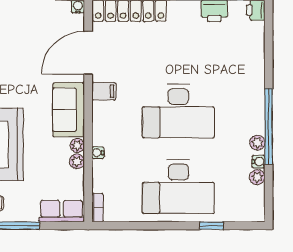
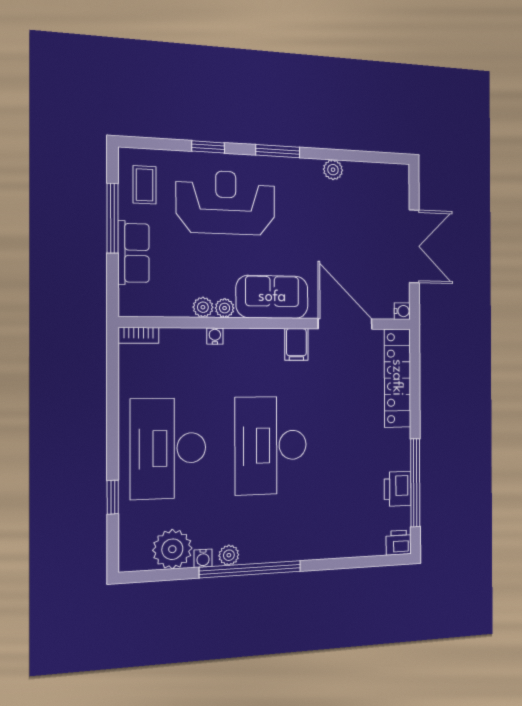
plant: (257, 177) -> (172, 549), width x1.88, depth x1.88
row of seats: (62, 211) -> (134, 253), moved

